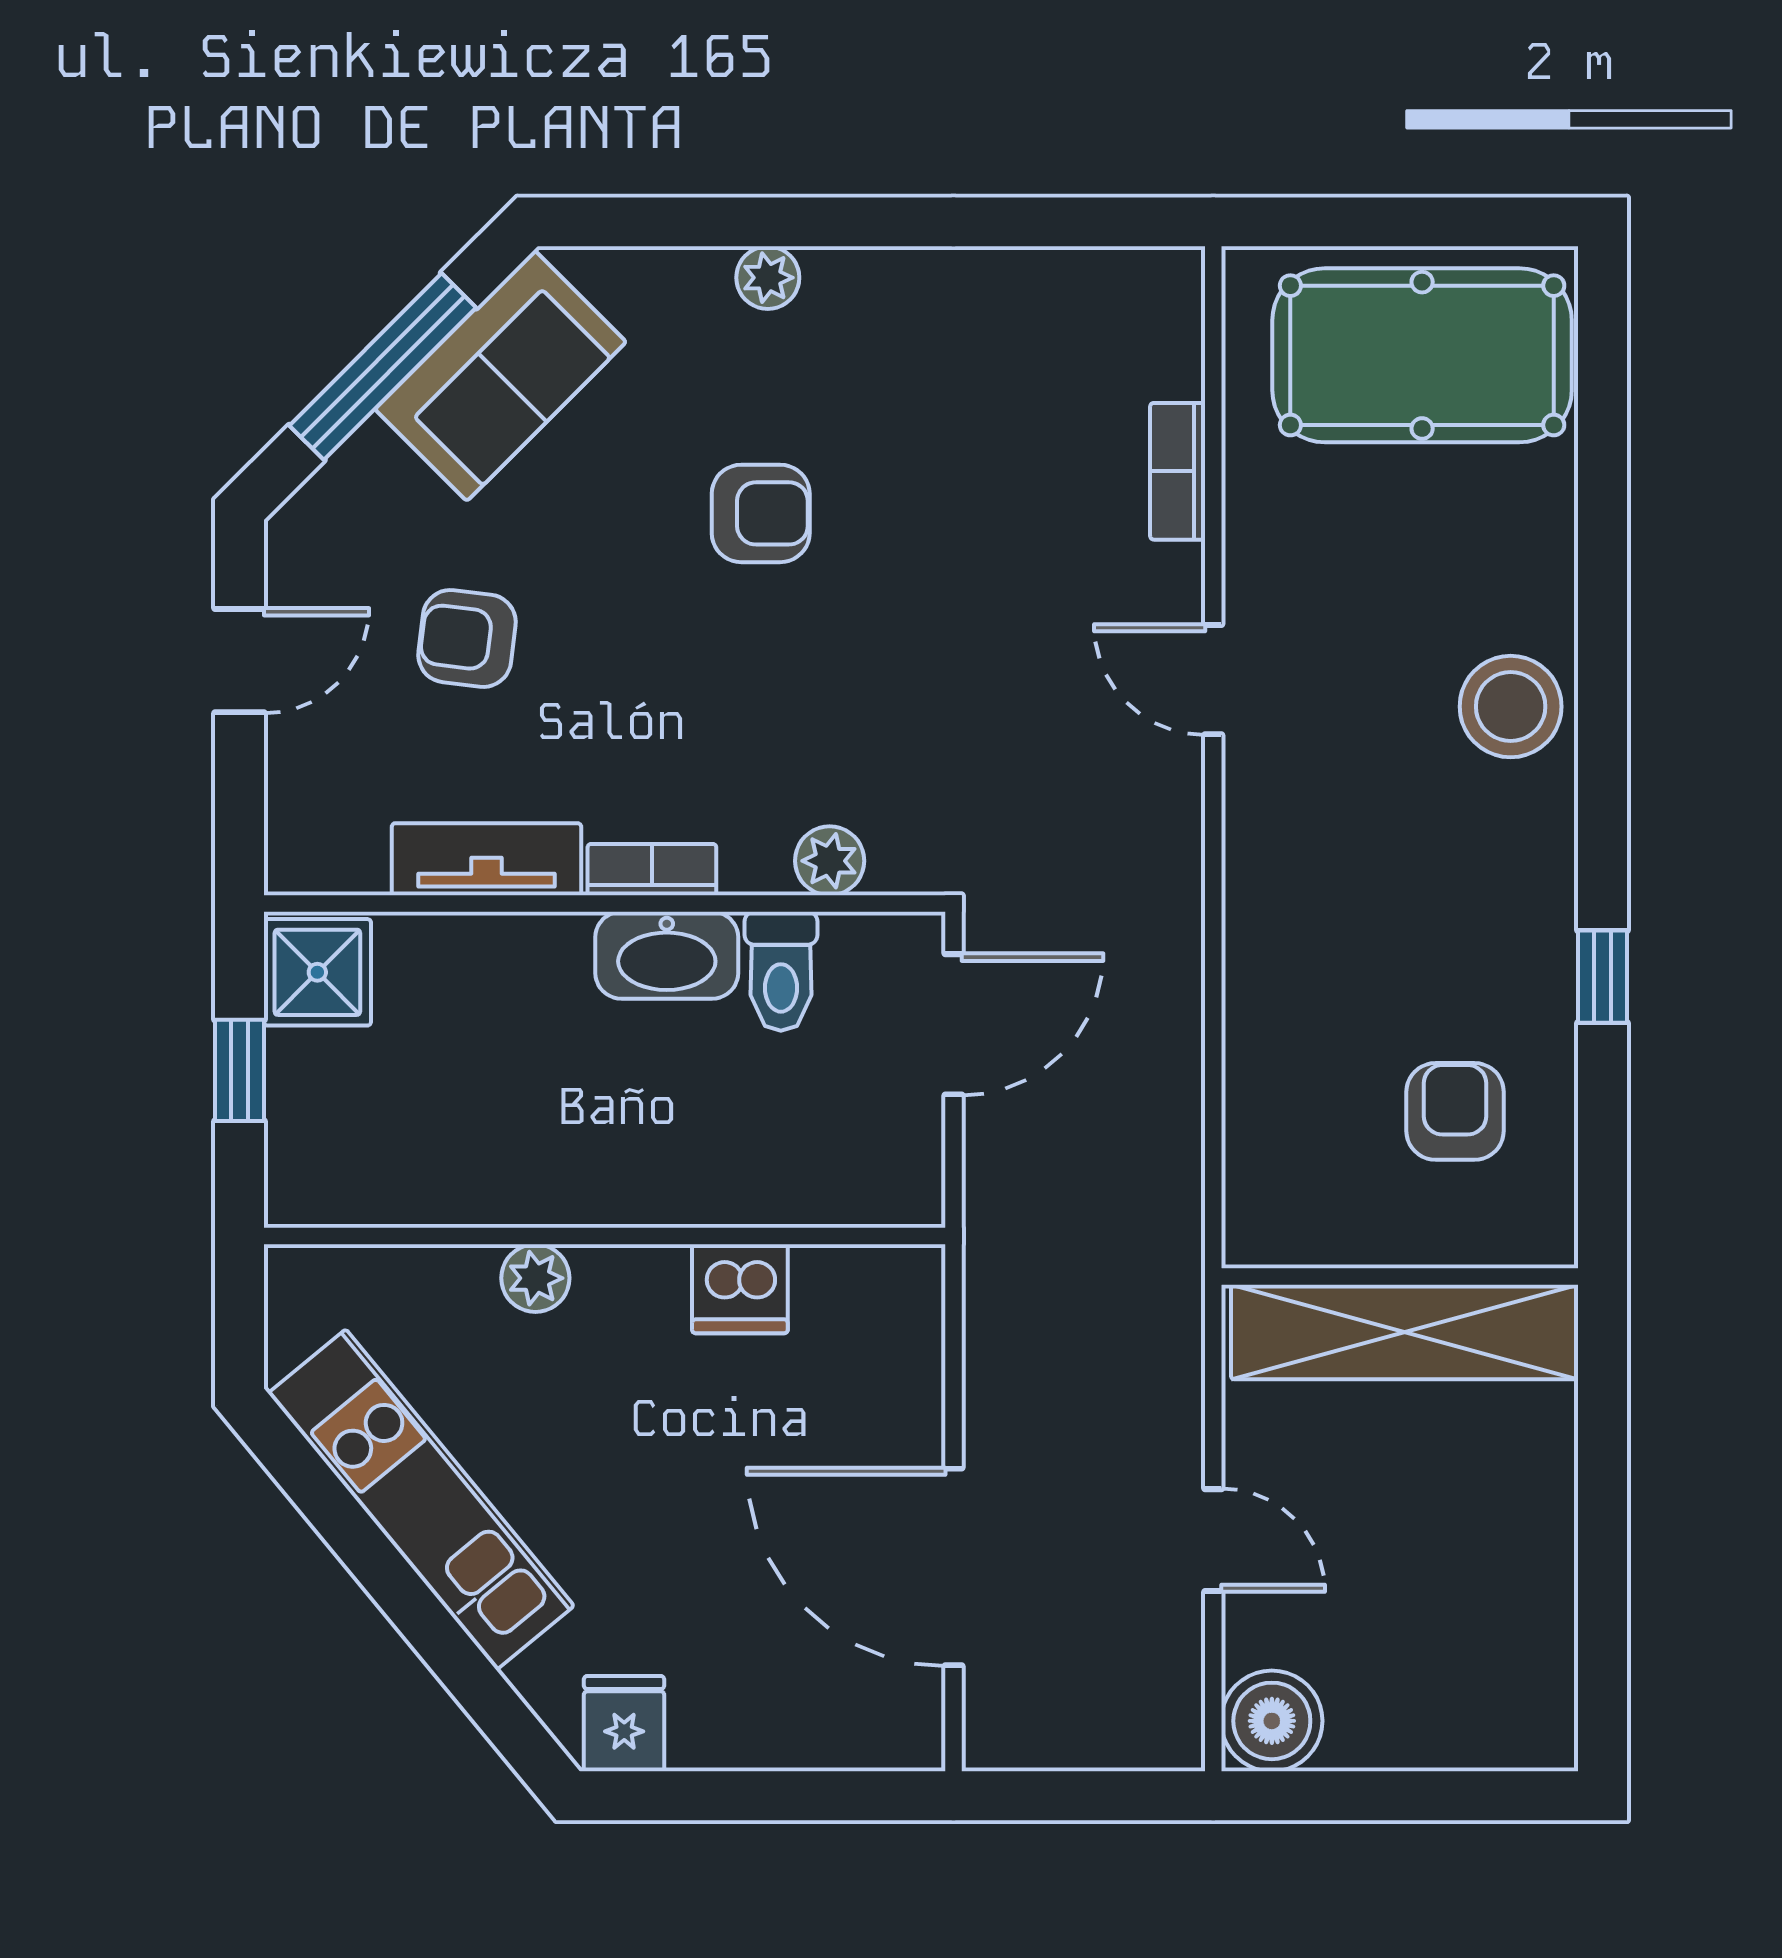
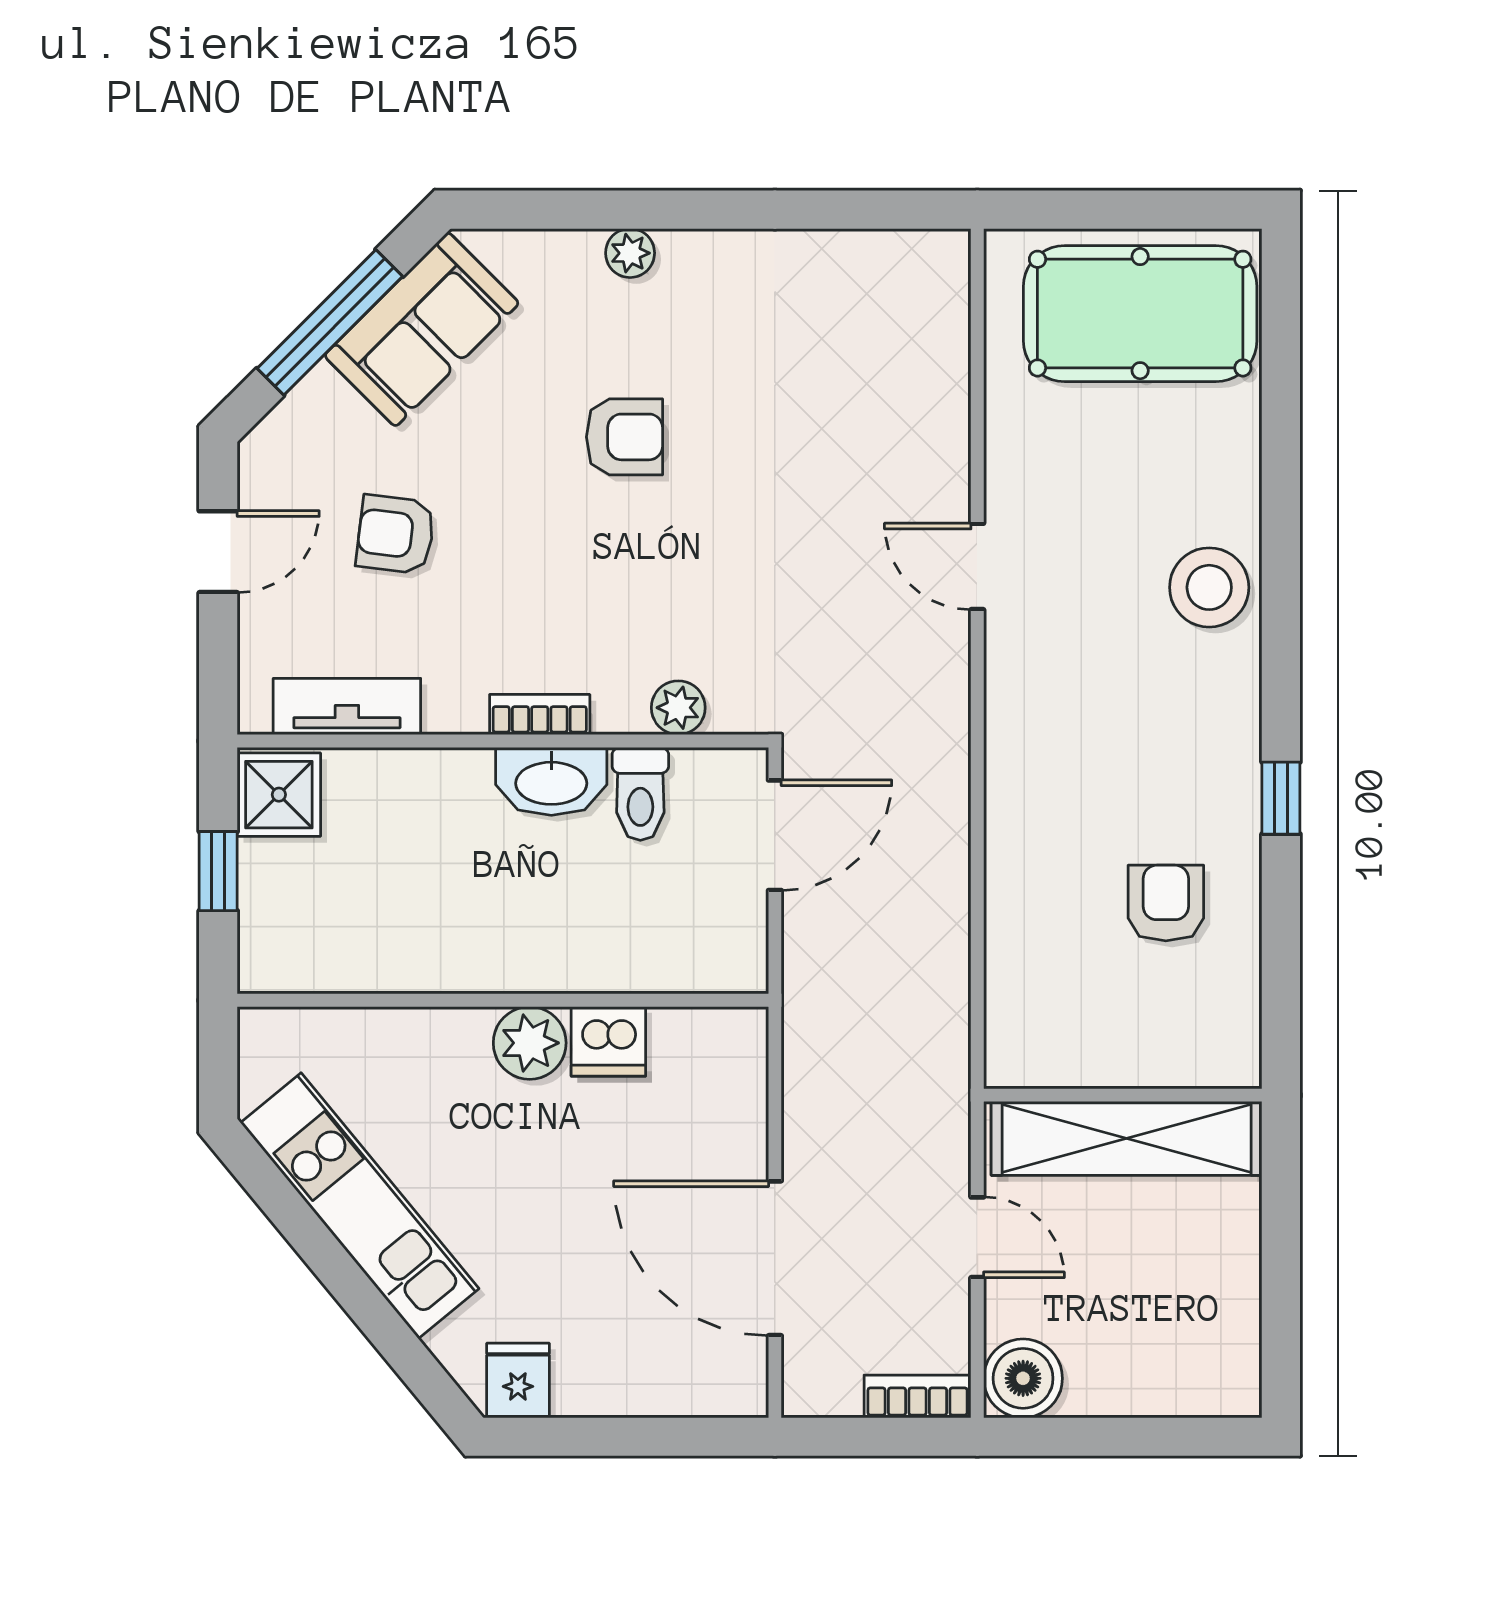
bookcase: (1178, 471) -> (918, 1396), moved, turned 90
tv unit: (486, 859) -> (347, 706), moved
wall: (1400, 1277) -> (1123, 1095), moved
plant: (535, 1278) -> (530, 1043), moved, width x1.38, depth x1.38
shelving: (1405, 1332) -> (1127, 1138), moved

